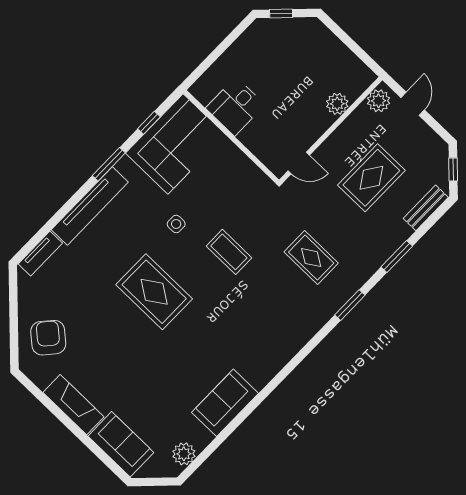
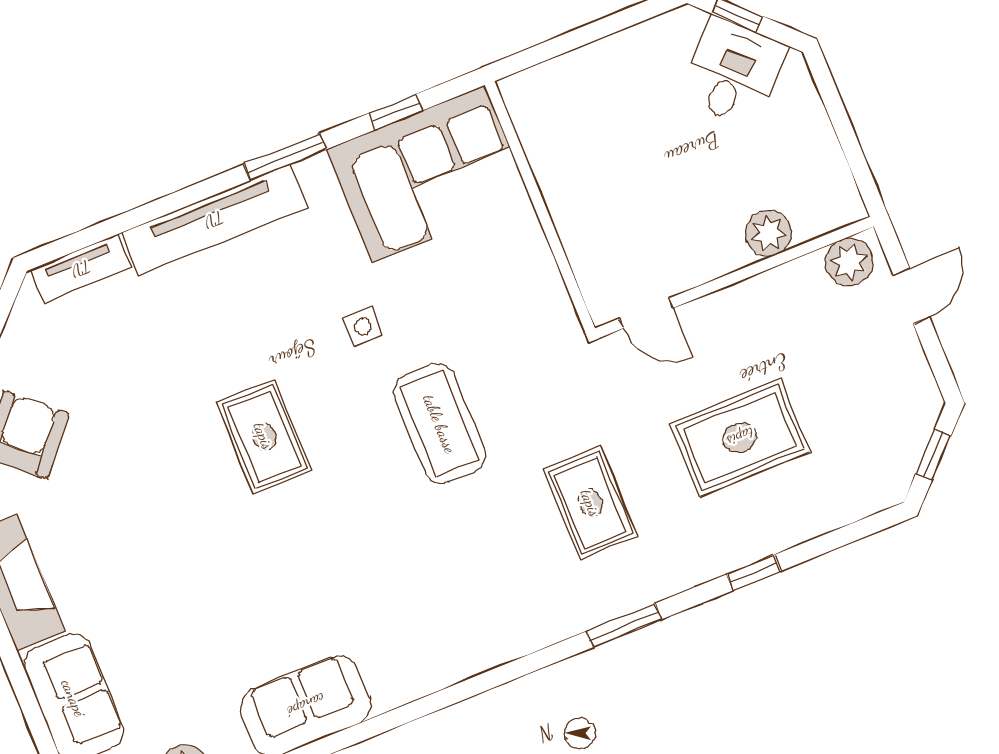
desk: (235, 106) -> (733, 72), moved, turned 135
rug: (371, 178) -> (740, 438), moved
bench: (426, 208) -> (849, 505), removed
coffee table: (229, 252) -> (440, 424), width x1.36, depth x1.32
window: (397, 257) -> (754, 573), width x0.67
rug: (154, 292) -> (264, 436), width x0.73, depth x0.70

